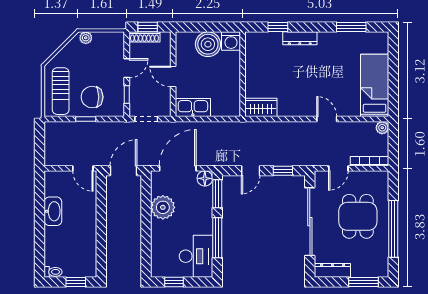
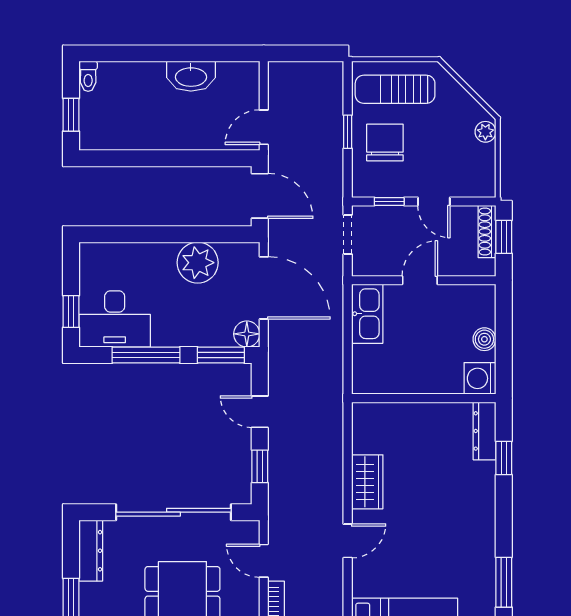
dresser: (300, 38) -> (485, 431), moved
boiler: (208, 44) -> (484, 339), width x0.54, depth x0.54
wardrobe: (261, 107) -> (367, 482), moved
window: (174, 282) -> (71, 312), moved

